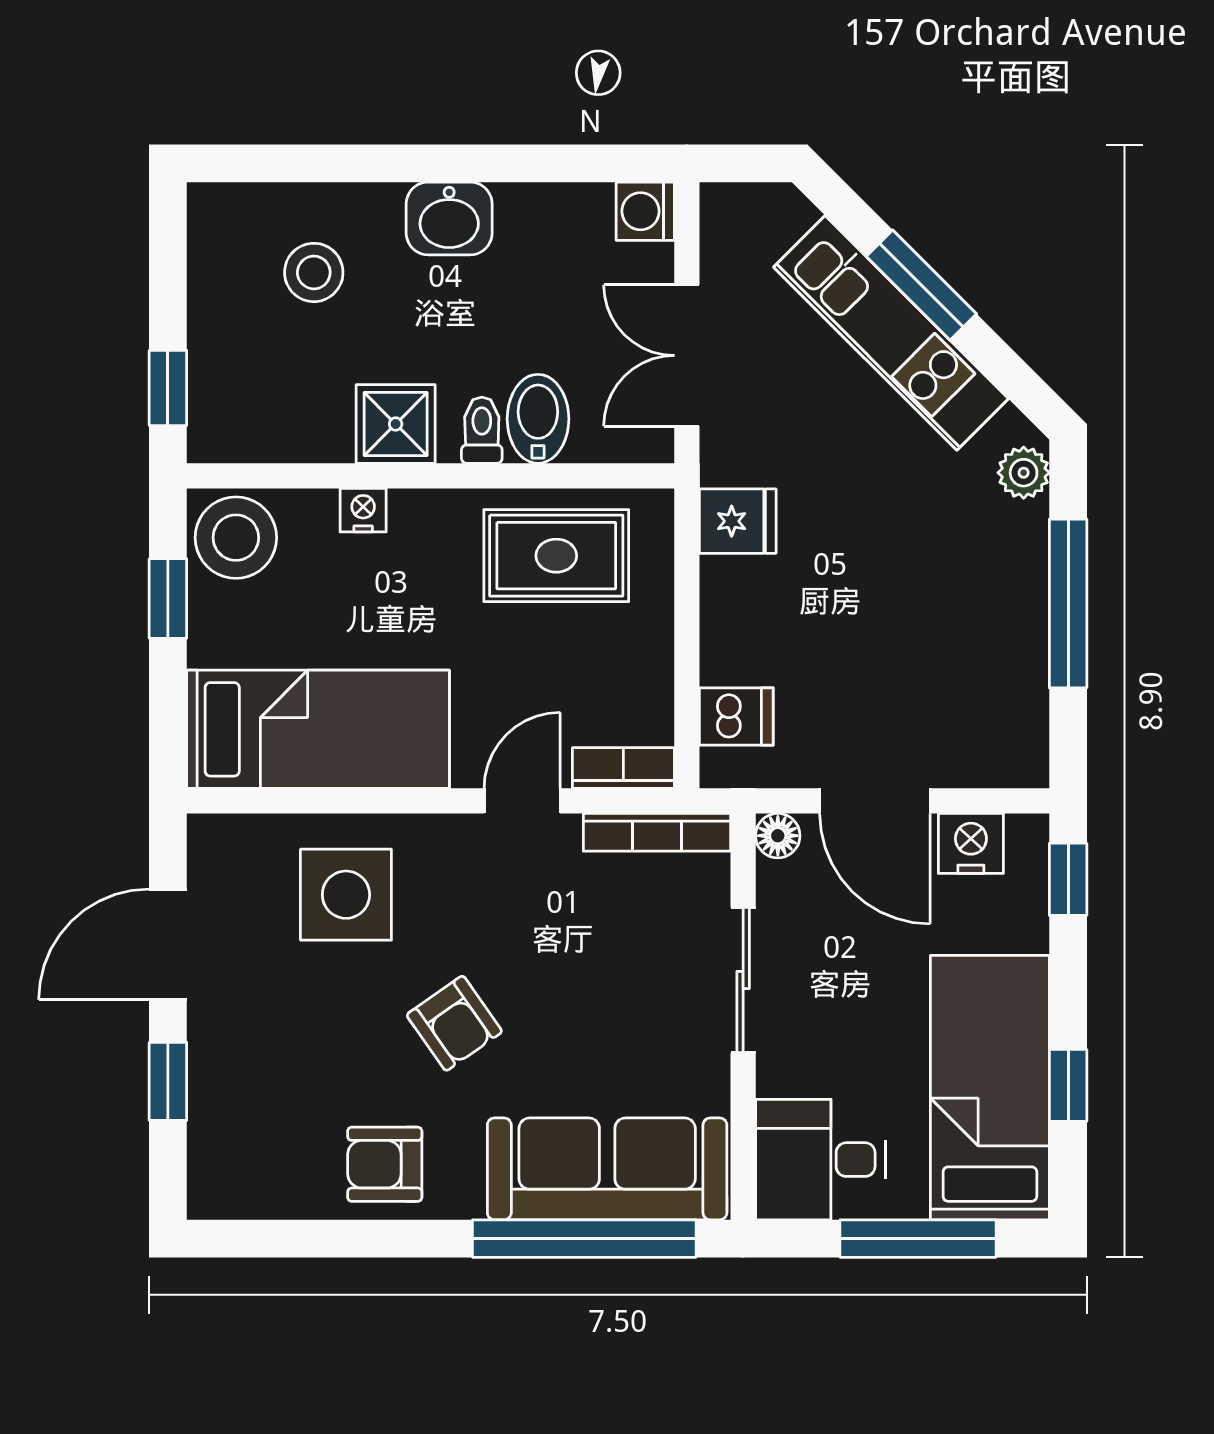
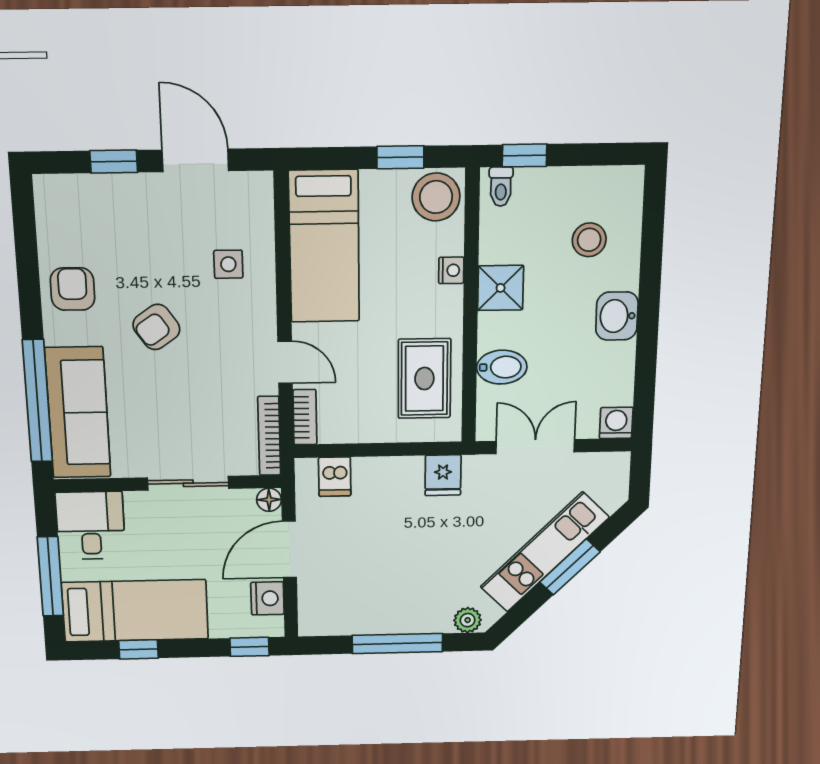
toilet: (482, 430) -> (501, 187), moved, turned 90
side table: (346, 895) -> (228, 264), width x0.54, depth x0.54

